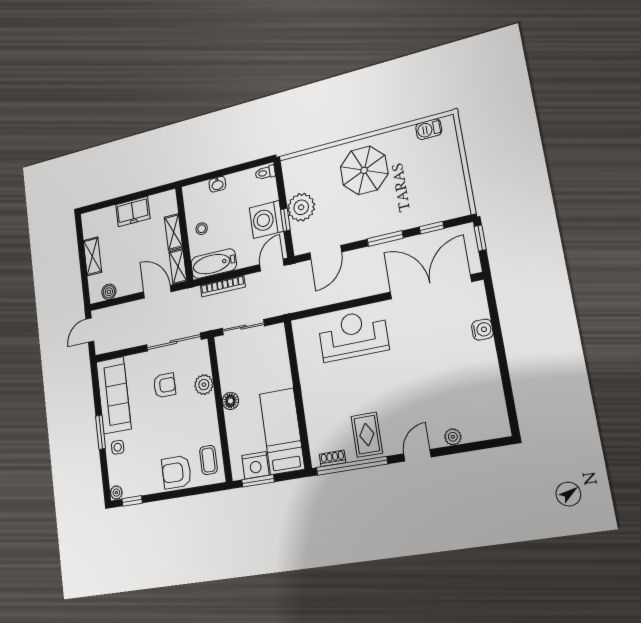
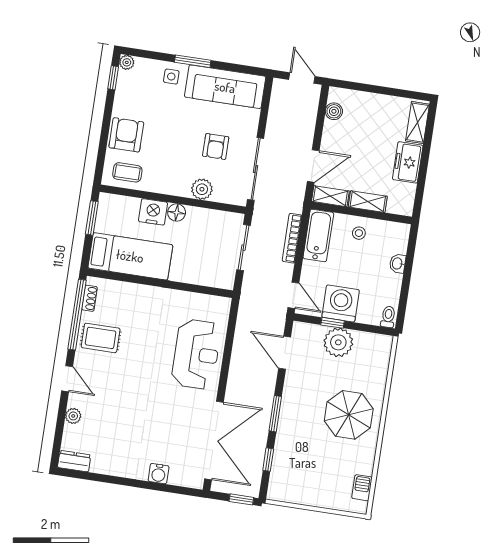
shelving: (92, 256) -> (417, 123), moved, turned 90
dresser: (499, 421) -> (74, 461), added
nightstand: (255, 465) -> (153, 212), moved, turned 90

